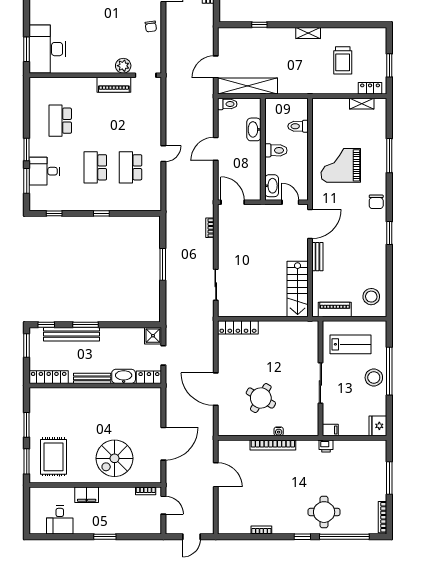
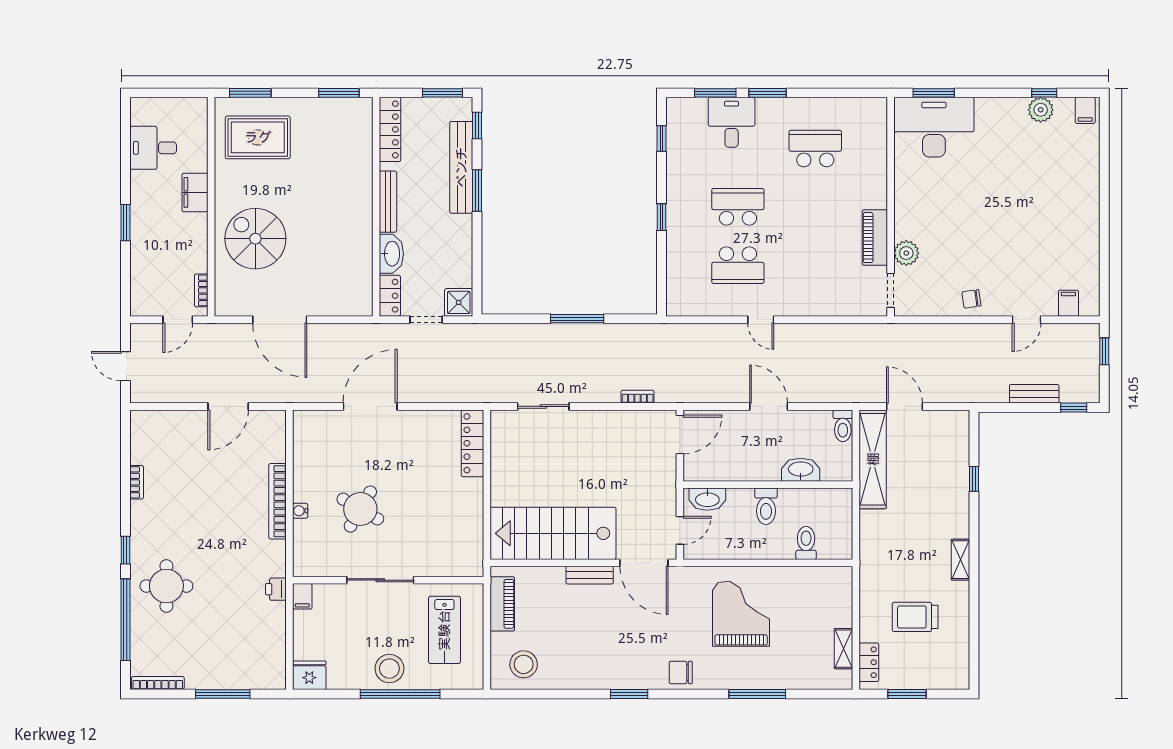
school desk: (130, 167) -> (738, 265), turned 180
stairs: (298, 289) -> (553, 533), width x1.36, depth x1.51
round table: (261, 398) -> (360, 509), moved
window: (27, 425) -> (339, 93), moved

